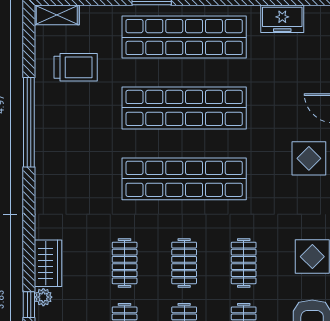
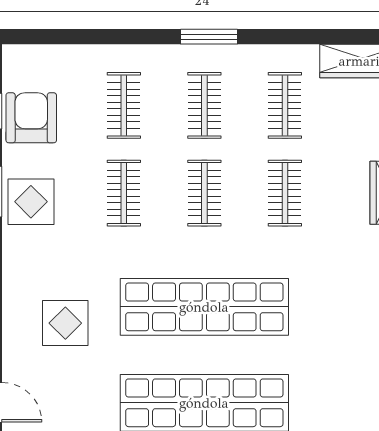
display table: (309, 158) -> (65, 323), moved

